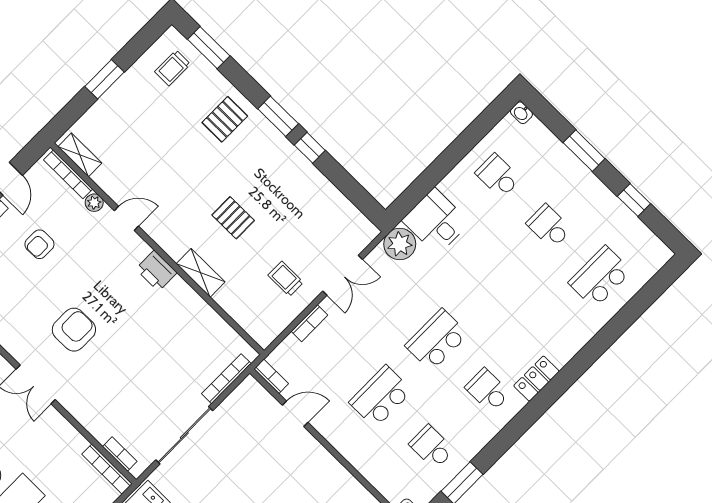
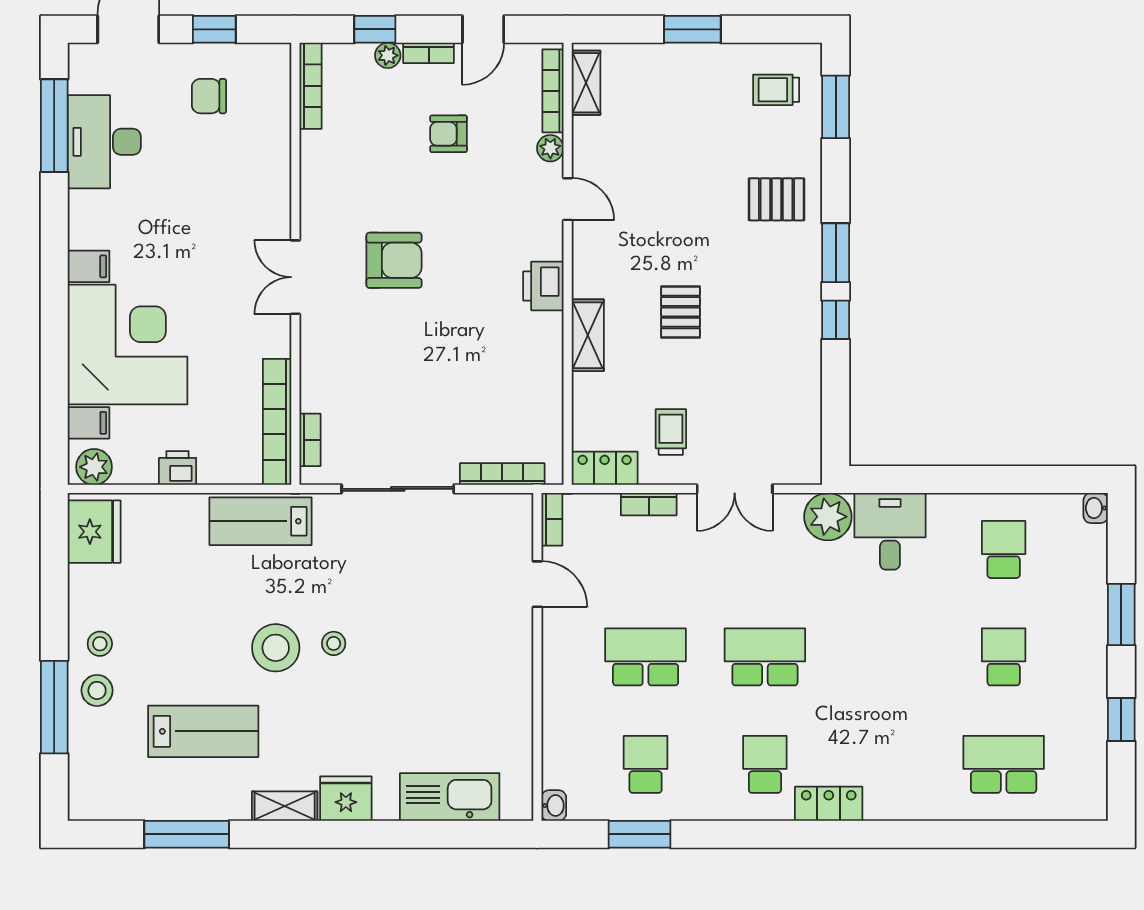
locker: (272, 327) -> (605, 468), added
bookcase: (107, 469) -> (277, 422), width x1.48, depth x1.31

